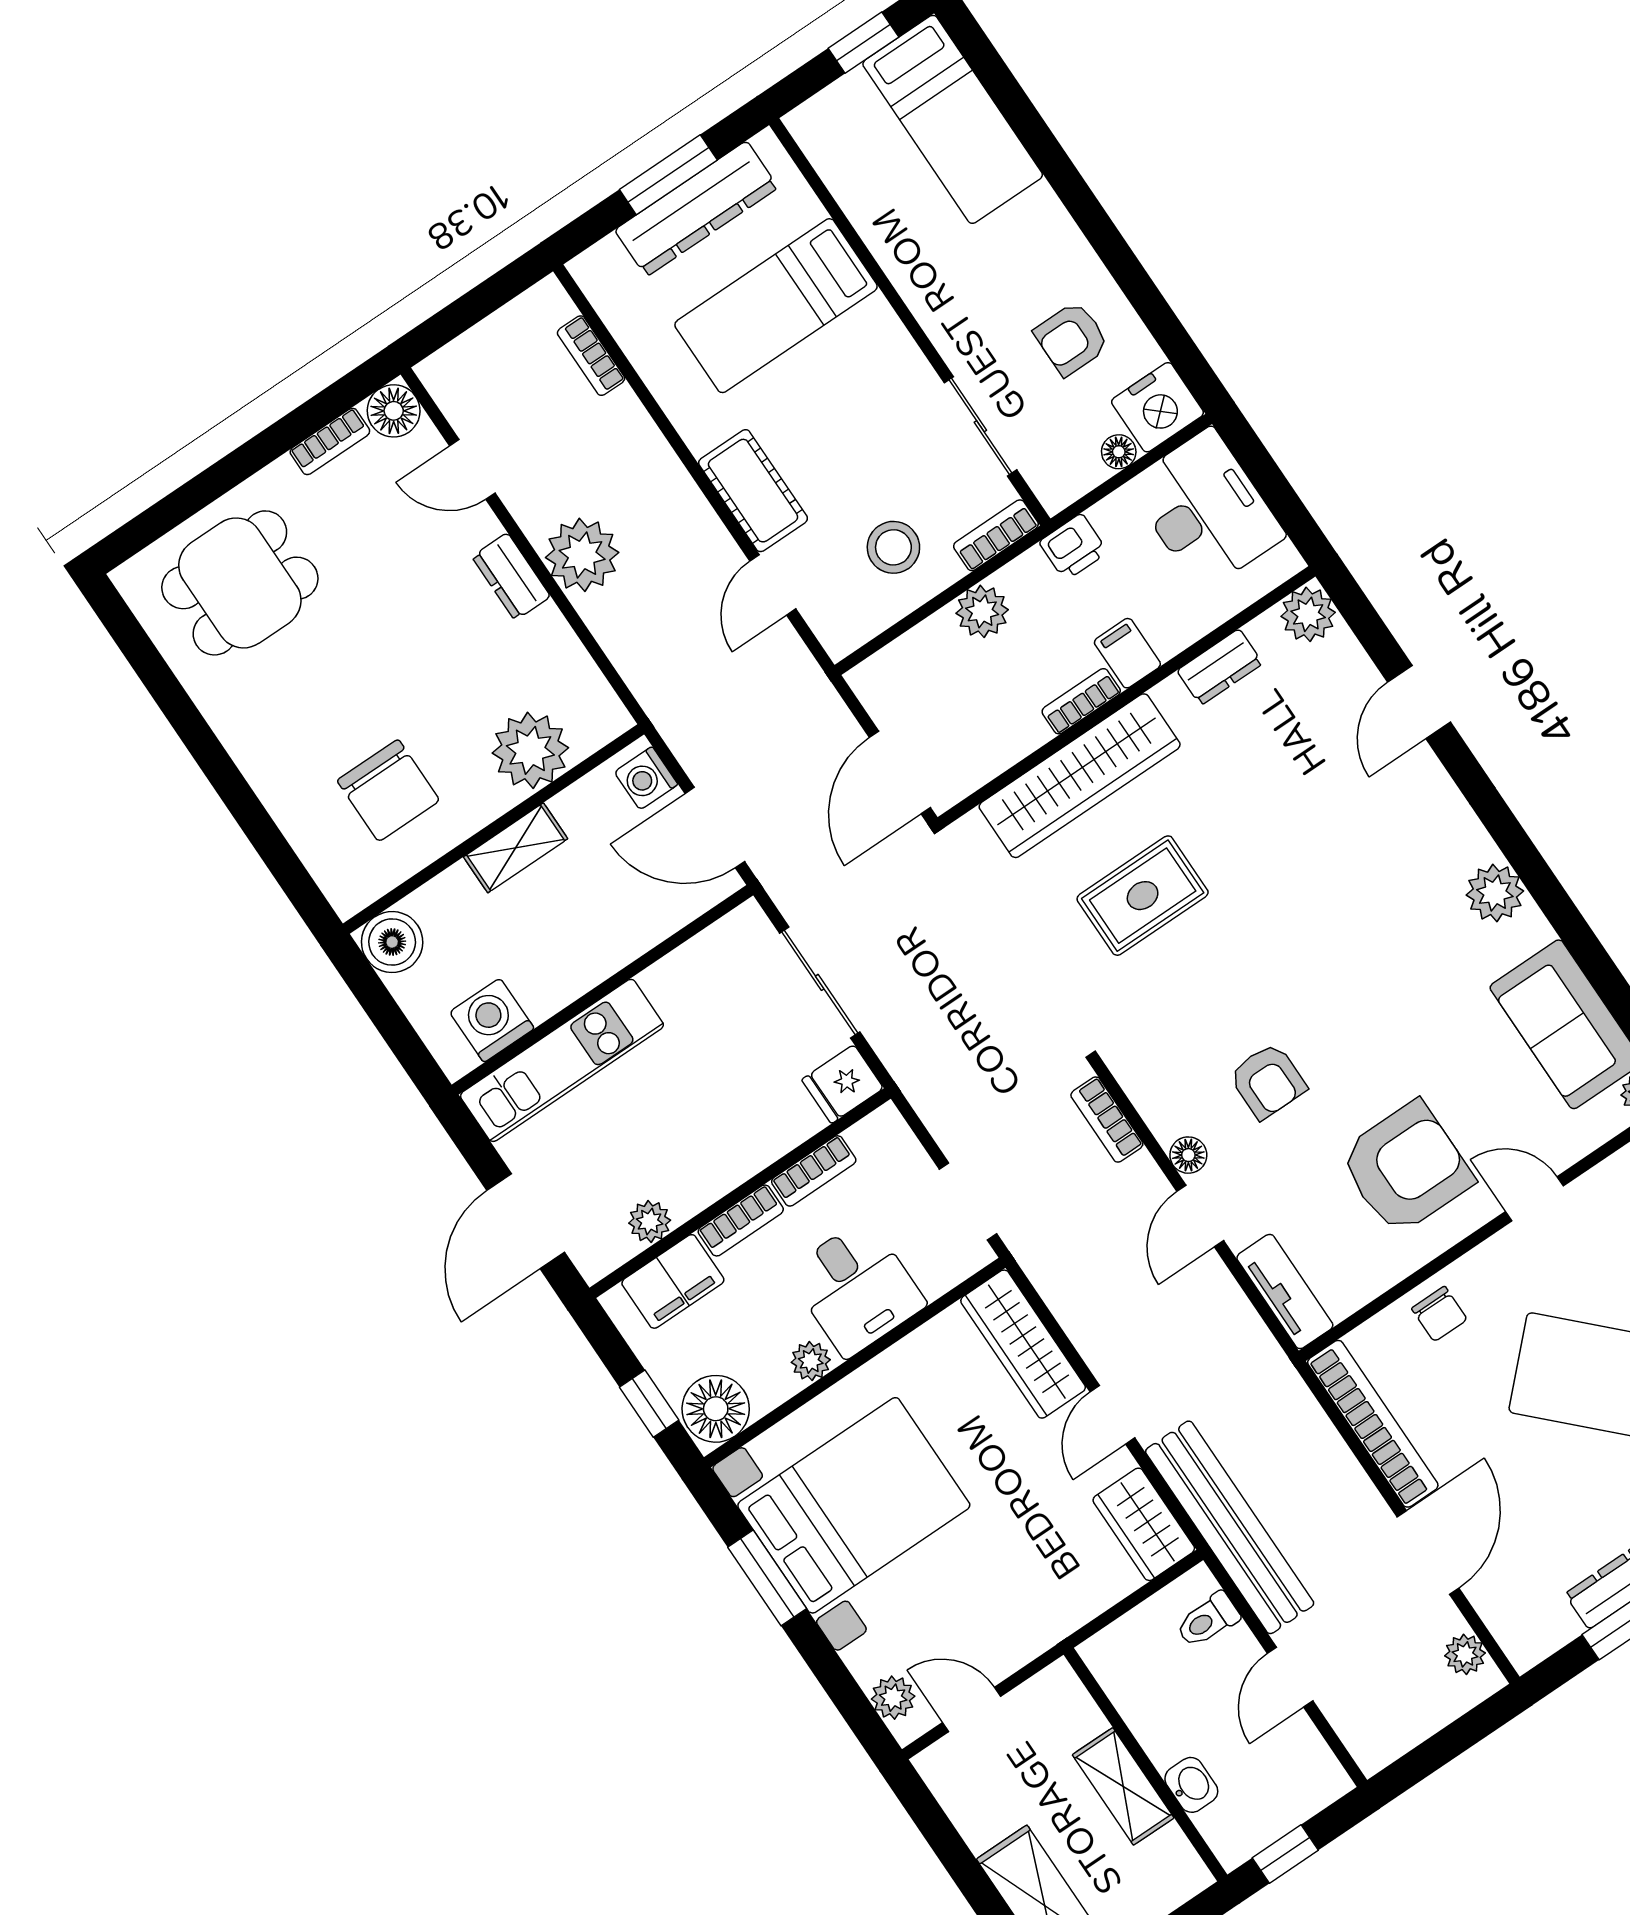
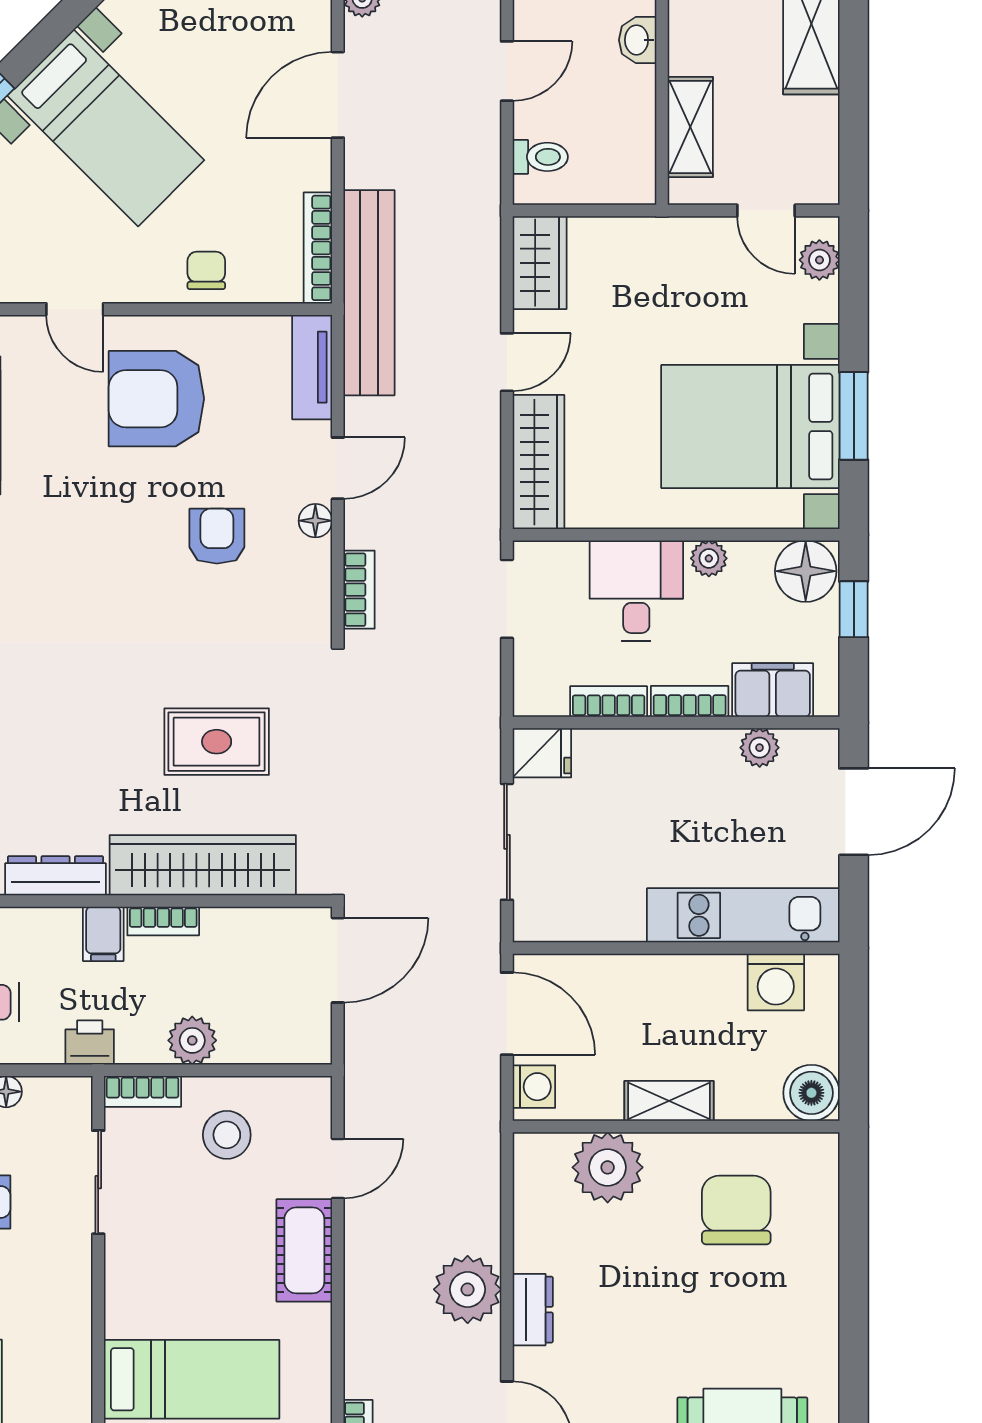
dresser: (1220, 667) -> (55, 876), width x1.44
bookcase: (1373, 1424) -> (318, 248), width x0.68, depth x0.76
bench: (1230, 1527) -> (369, 293), moved
shelving: (1123, 1786) -> (690, 127), moved

